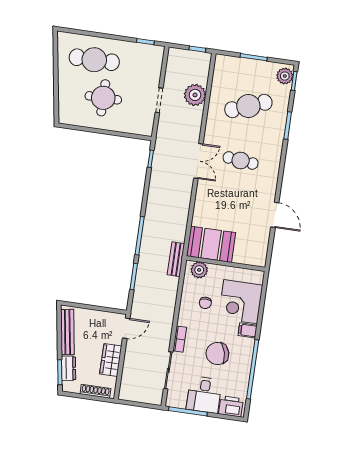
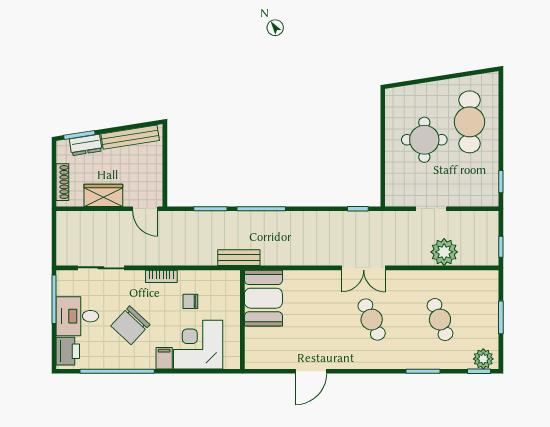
cafe table: (248, 106) -> (440, 320), width x0.73, depth x0.74
cafe table: (241, 160) -> (372, 320), turned -30
plant: (199, 270) -> (230, 288), removed
bookcase: (180, 339) -> (161, 276), moved
chair: (217, 354) -> (130, 325), turned -123

